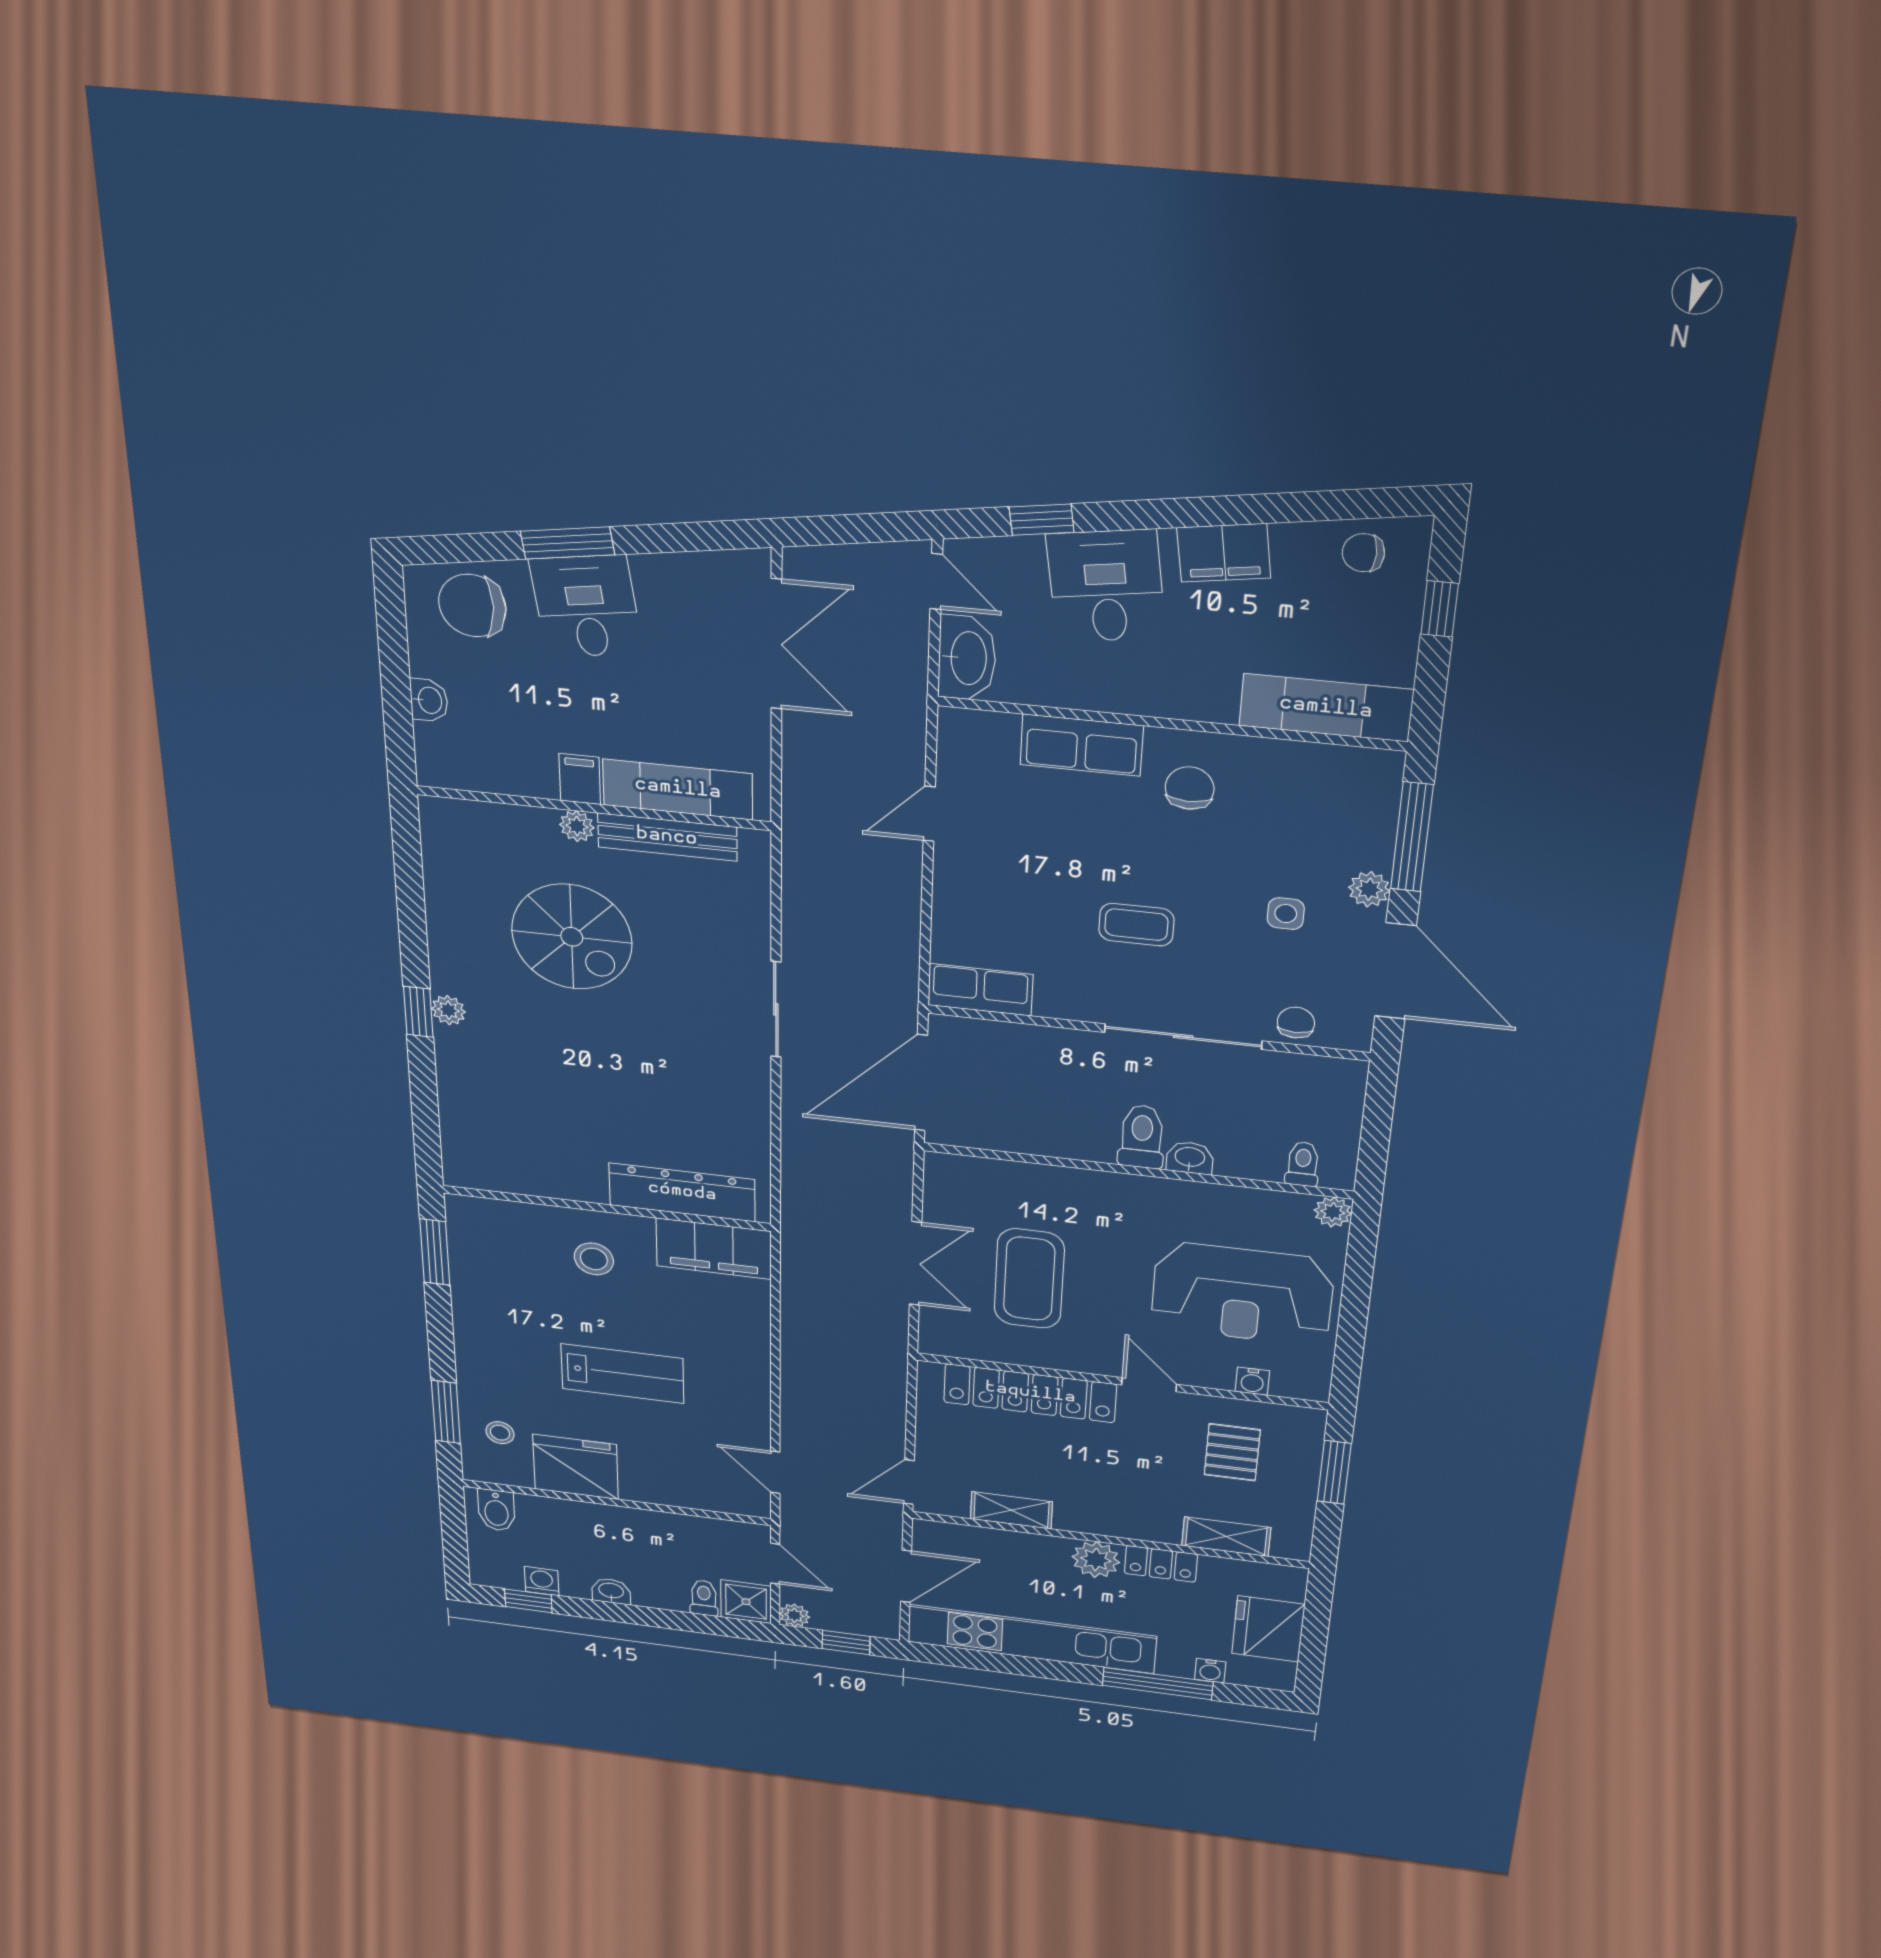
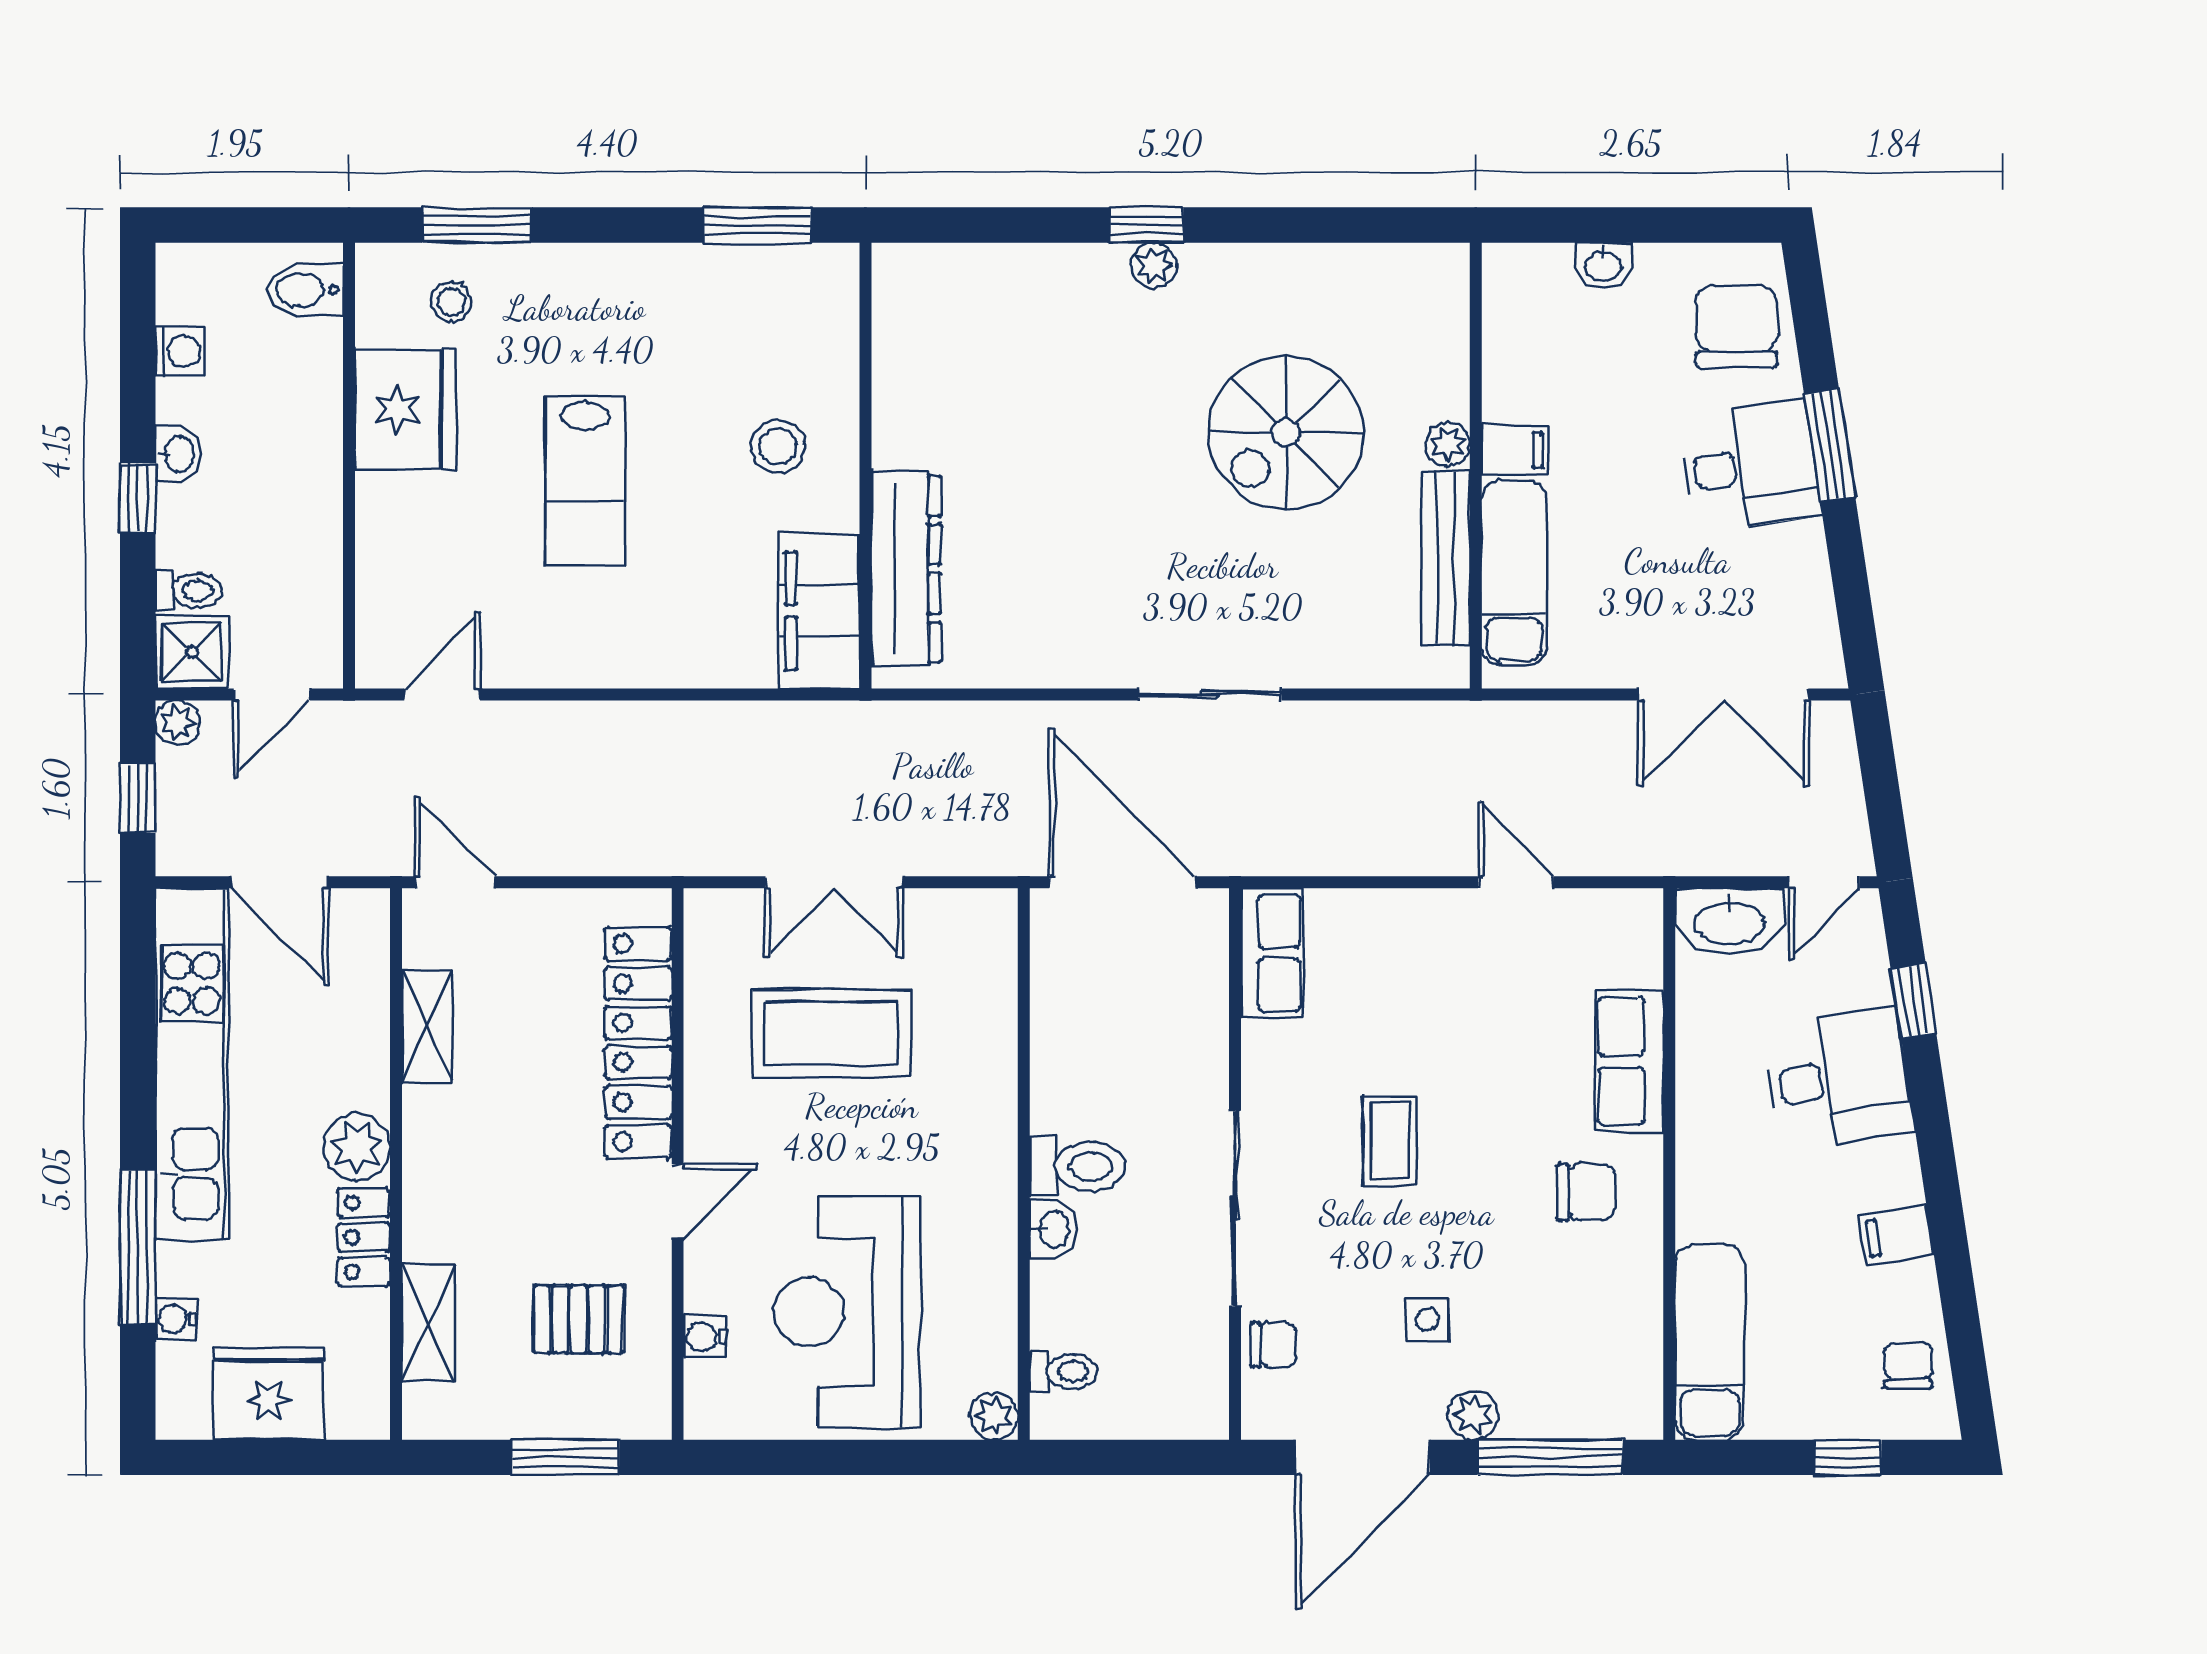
filing cabinet: (1224, 553) -> (1897, 1235), width x0.50
window: (528, 1601) -> (138, 498), moved

